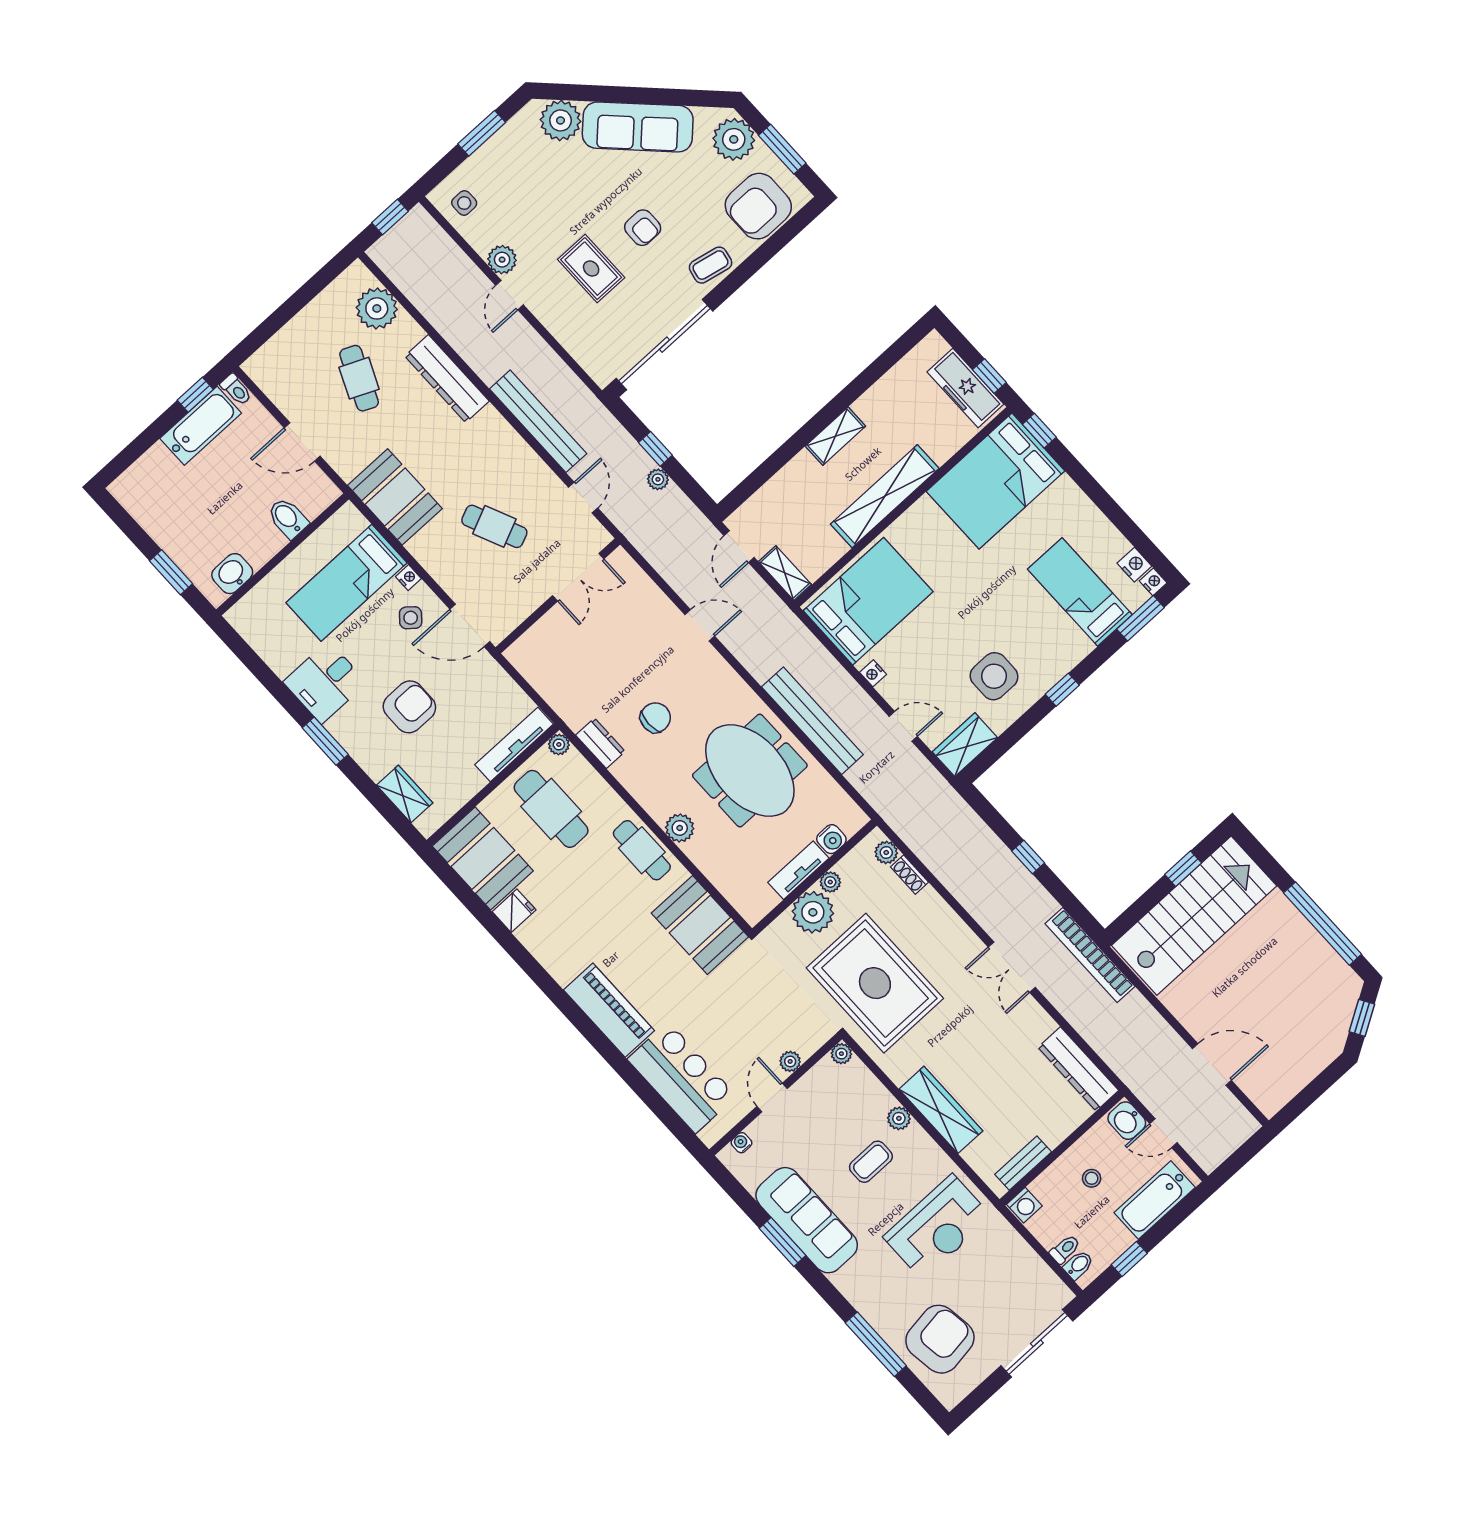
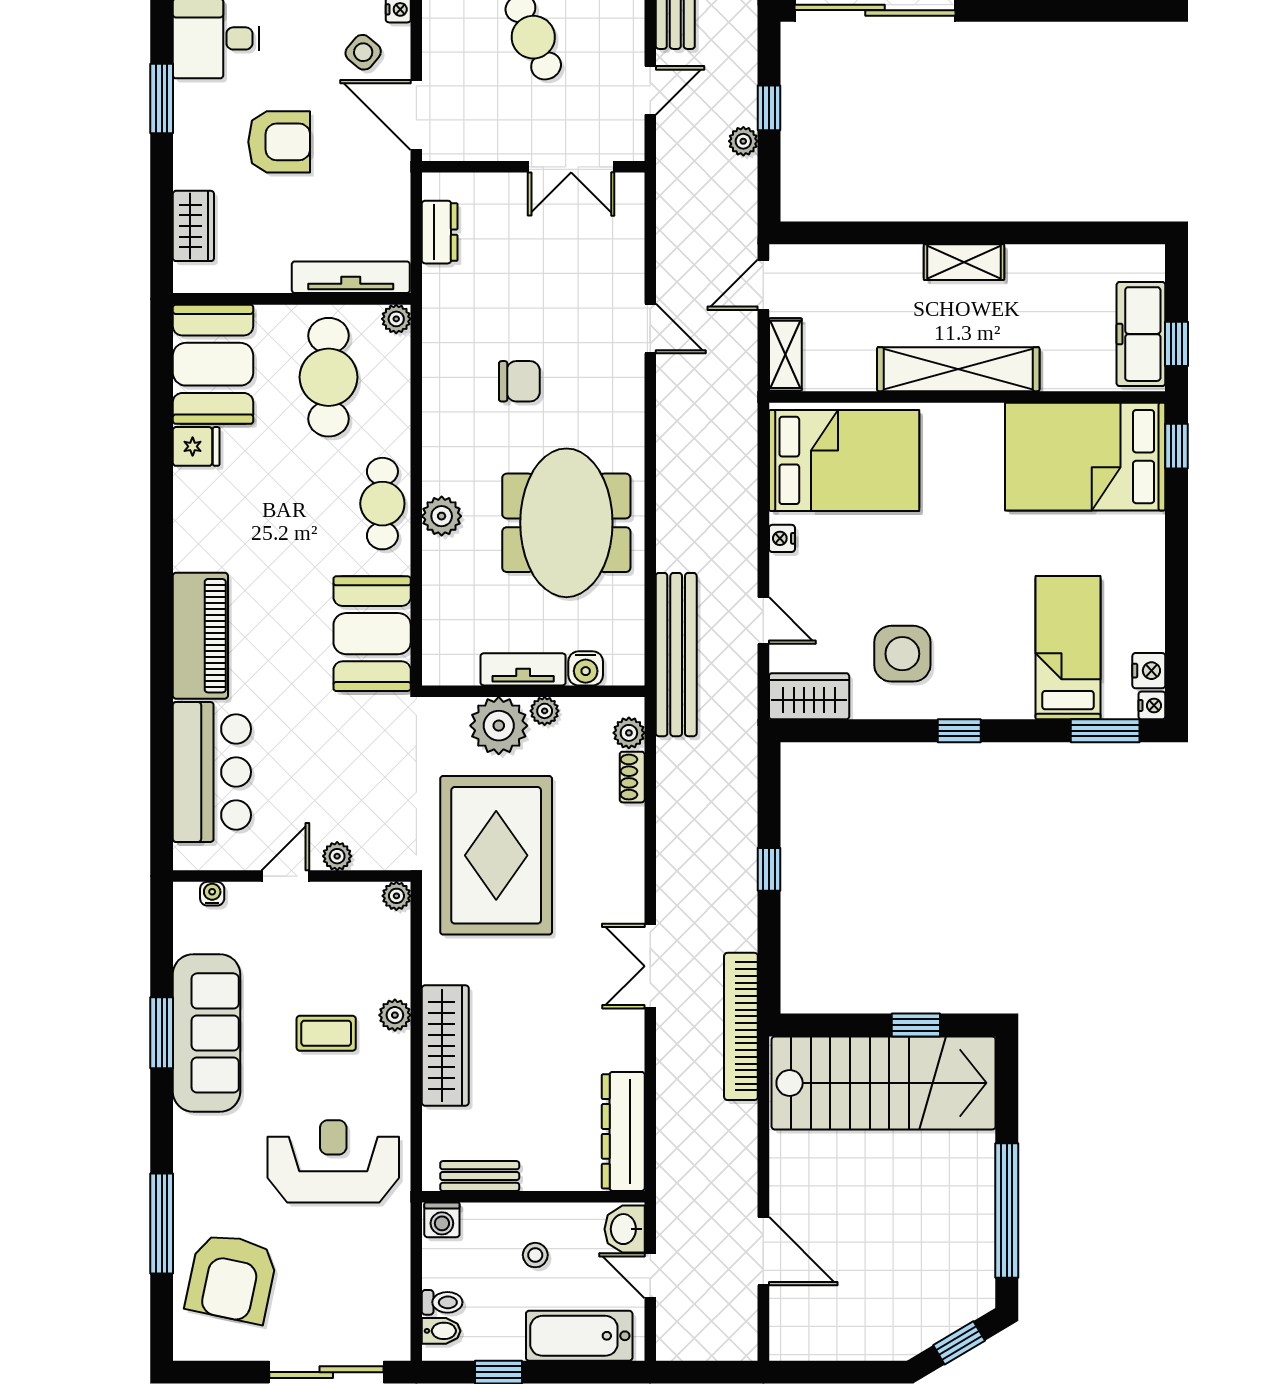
bench: (812, 721) -> (676, 655), moved
dresser: (600, 743) -> (440, 232), moved
reception desk: (937, 1227) -> (333, 1161), turned 180
armchair: (940, 1339) -> (232, 1278), turned 110

